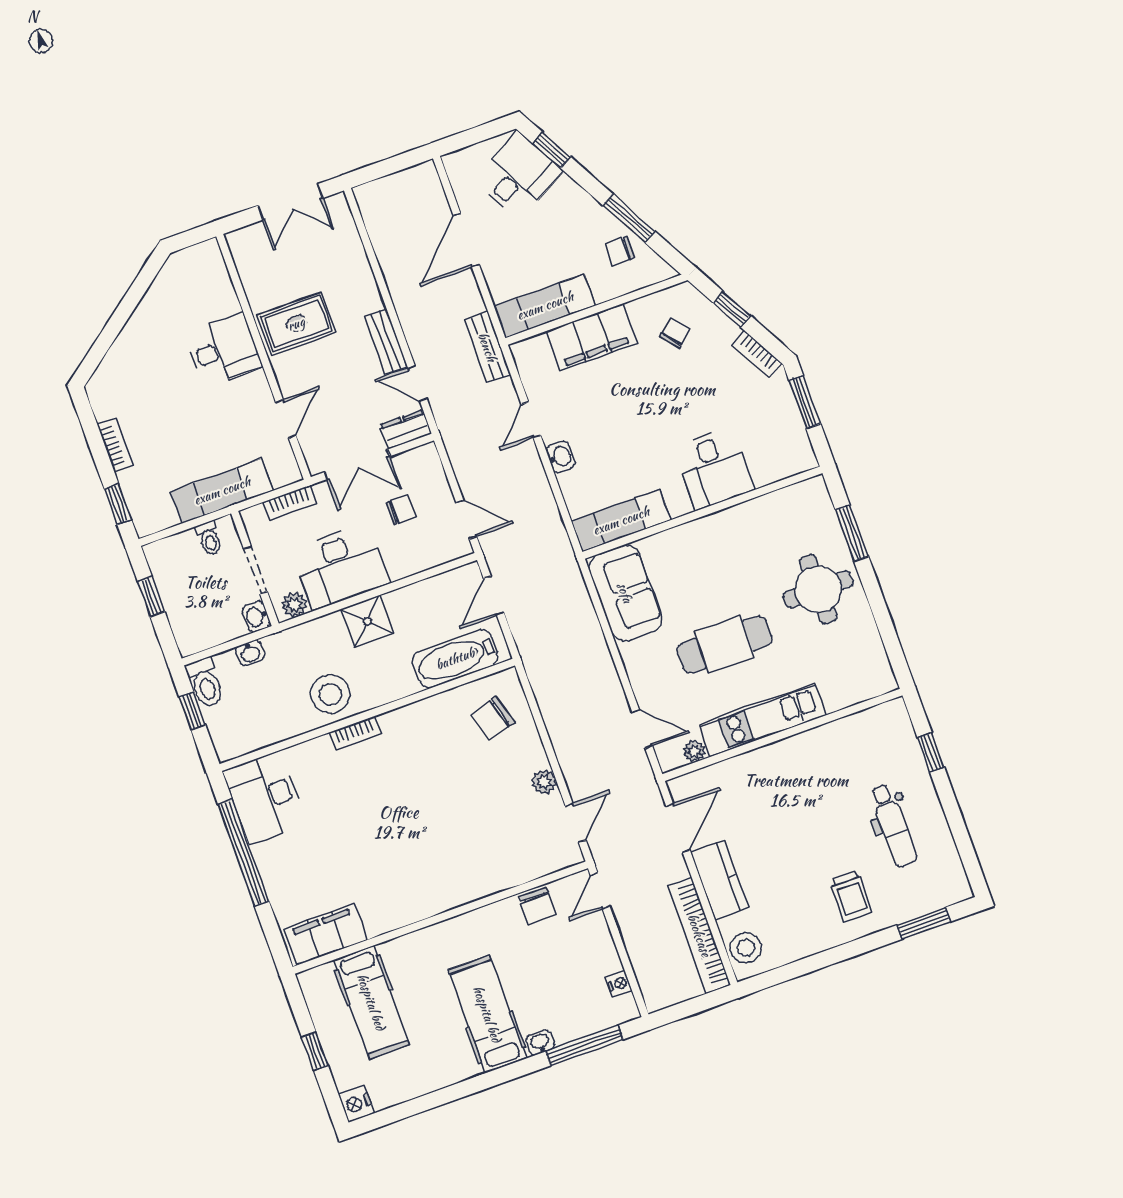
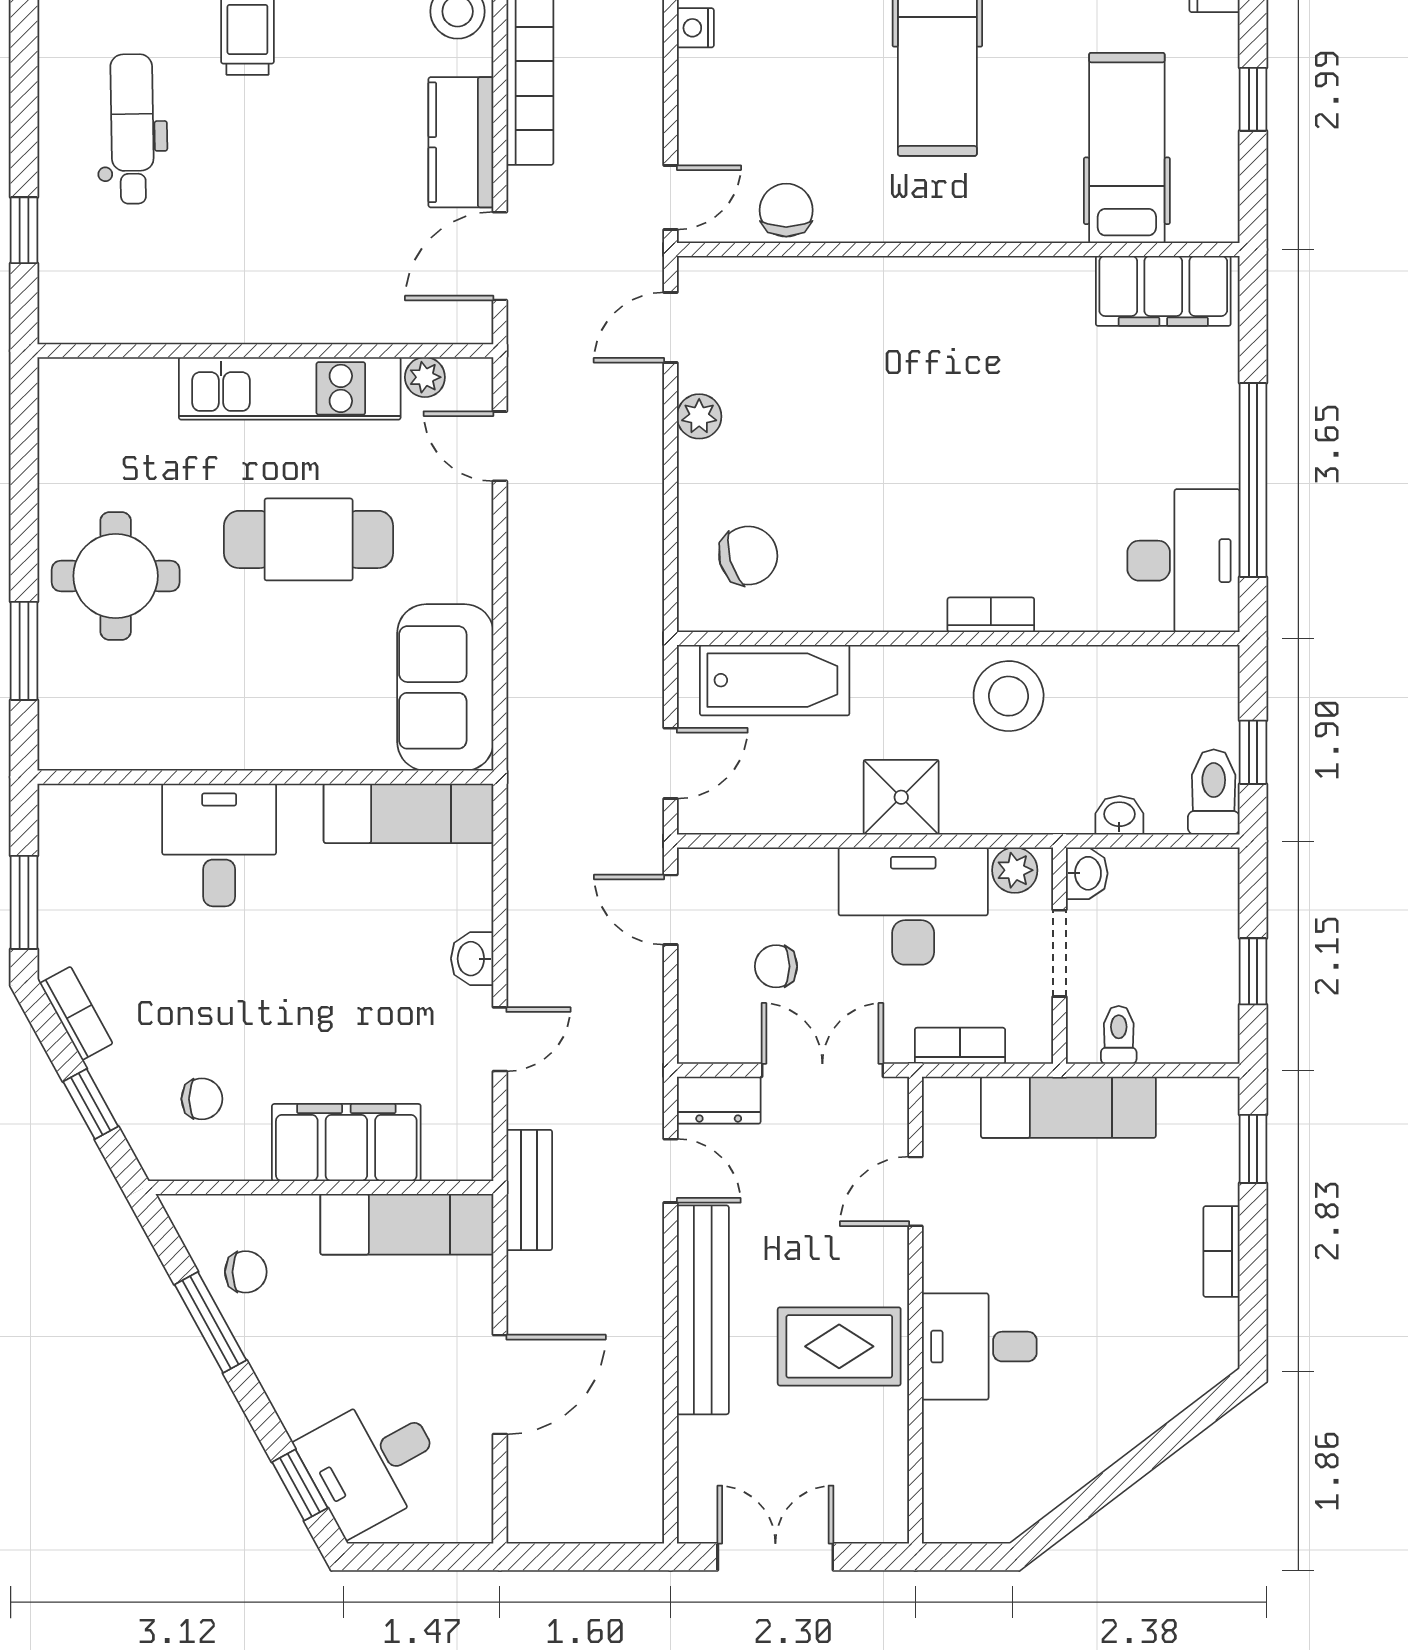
chair: (675, 333) -> (202, 1099), turned -140
bench: (386, 341) -> (703, 1310), width x1.86, depth x1.21

